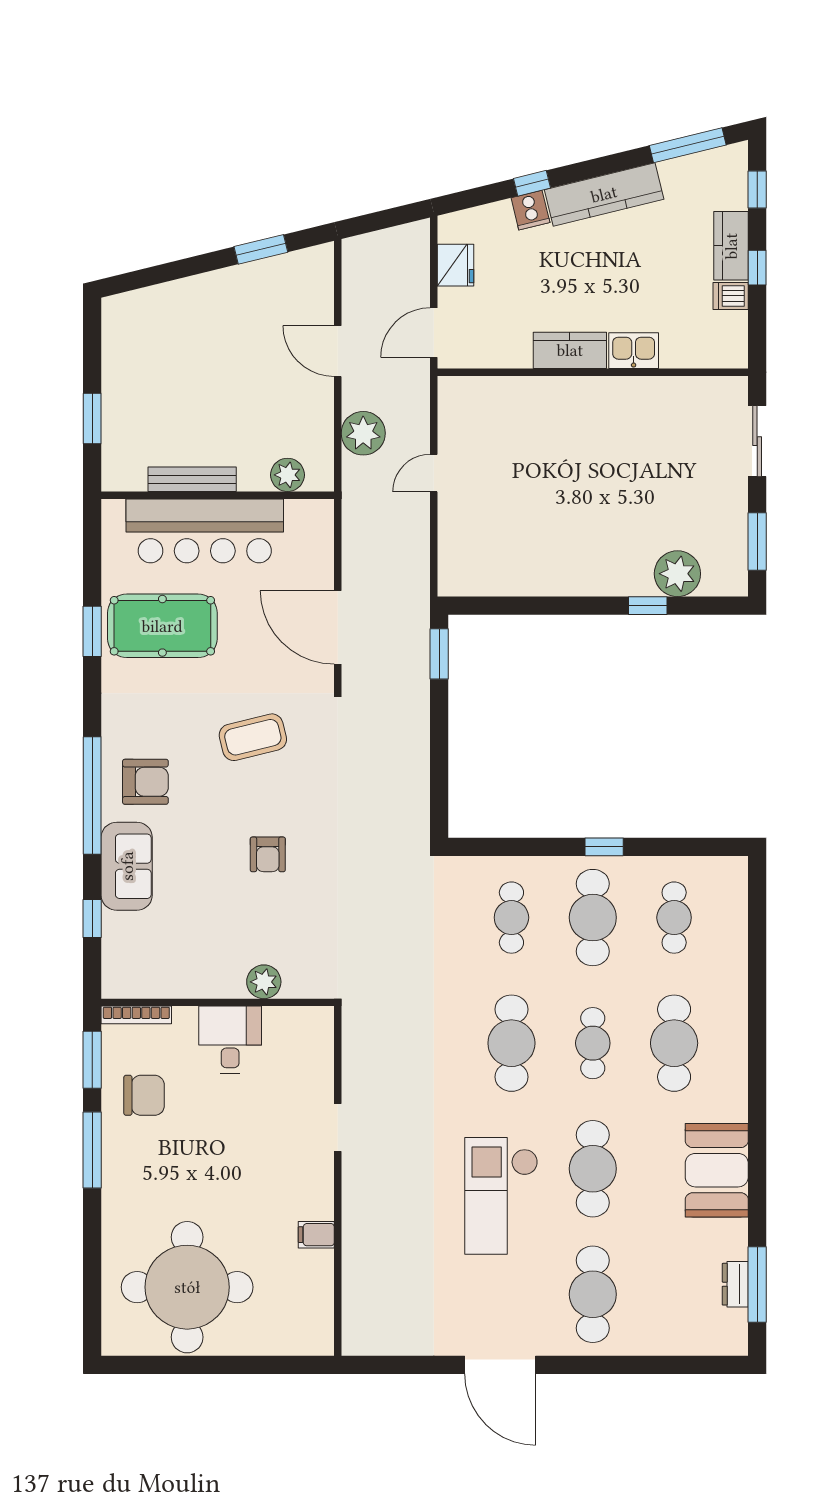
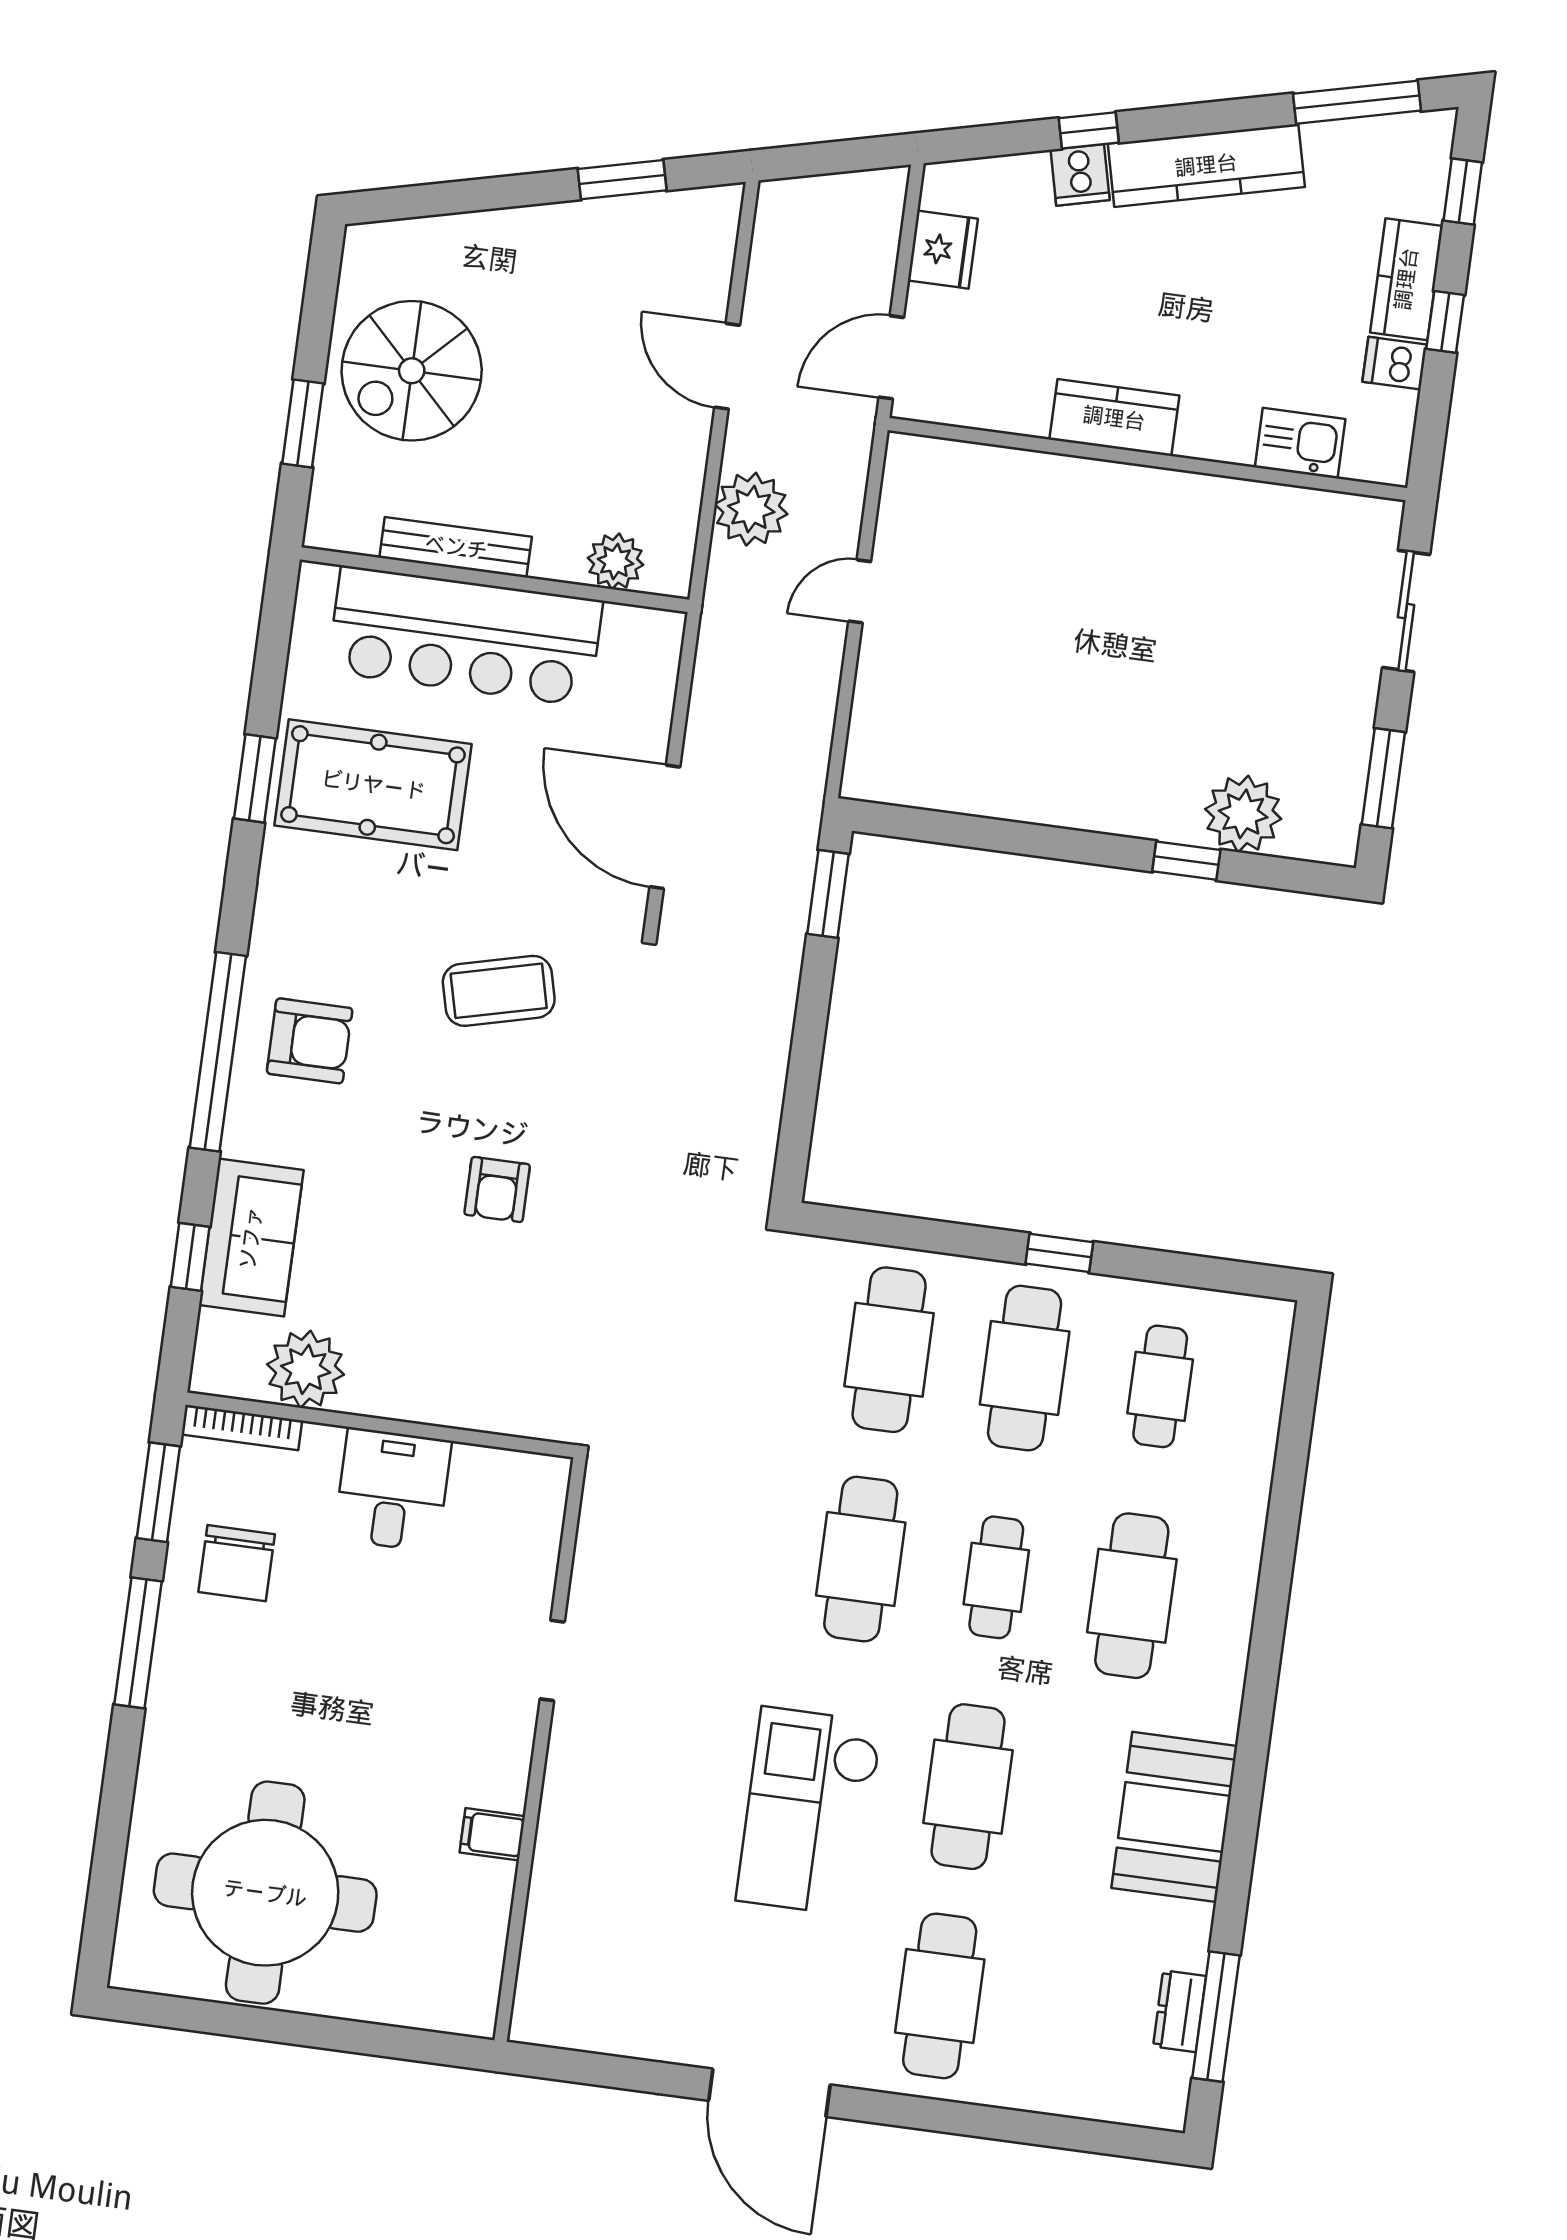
kitchen sink: (634, 351) -> (1300, 443), moved
spiral stairs: (152, 379) -> (412, 371), added
sofa: (127, 866) -> (251, 1238), moved
cafe table: (511, 918) -> (889, 1350), width x1.37, depth x1.35
plant: (264, 982) -> (306, 1369), moved, width x1.36, depth x1.36
chair: (144, 1095) -> (237, 1563), turned 90

